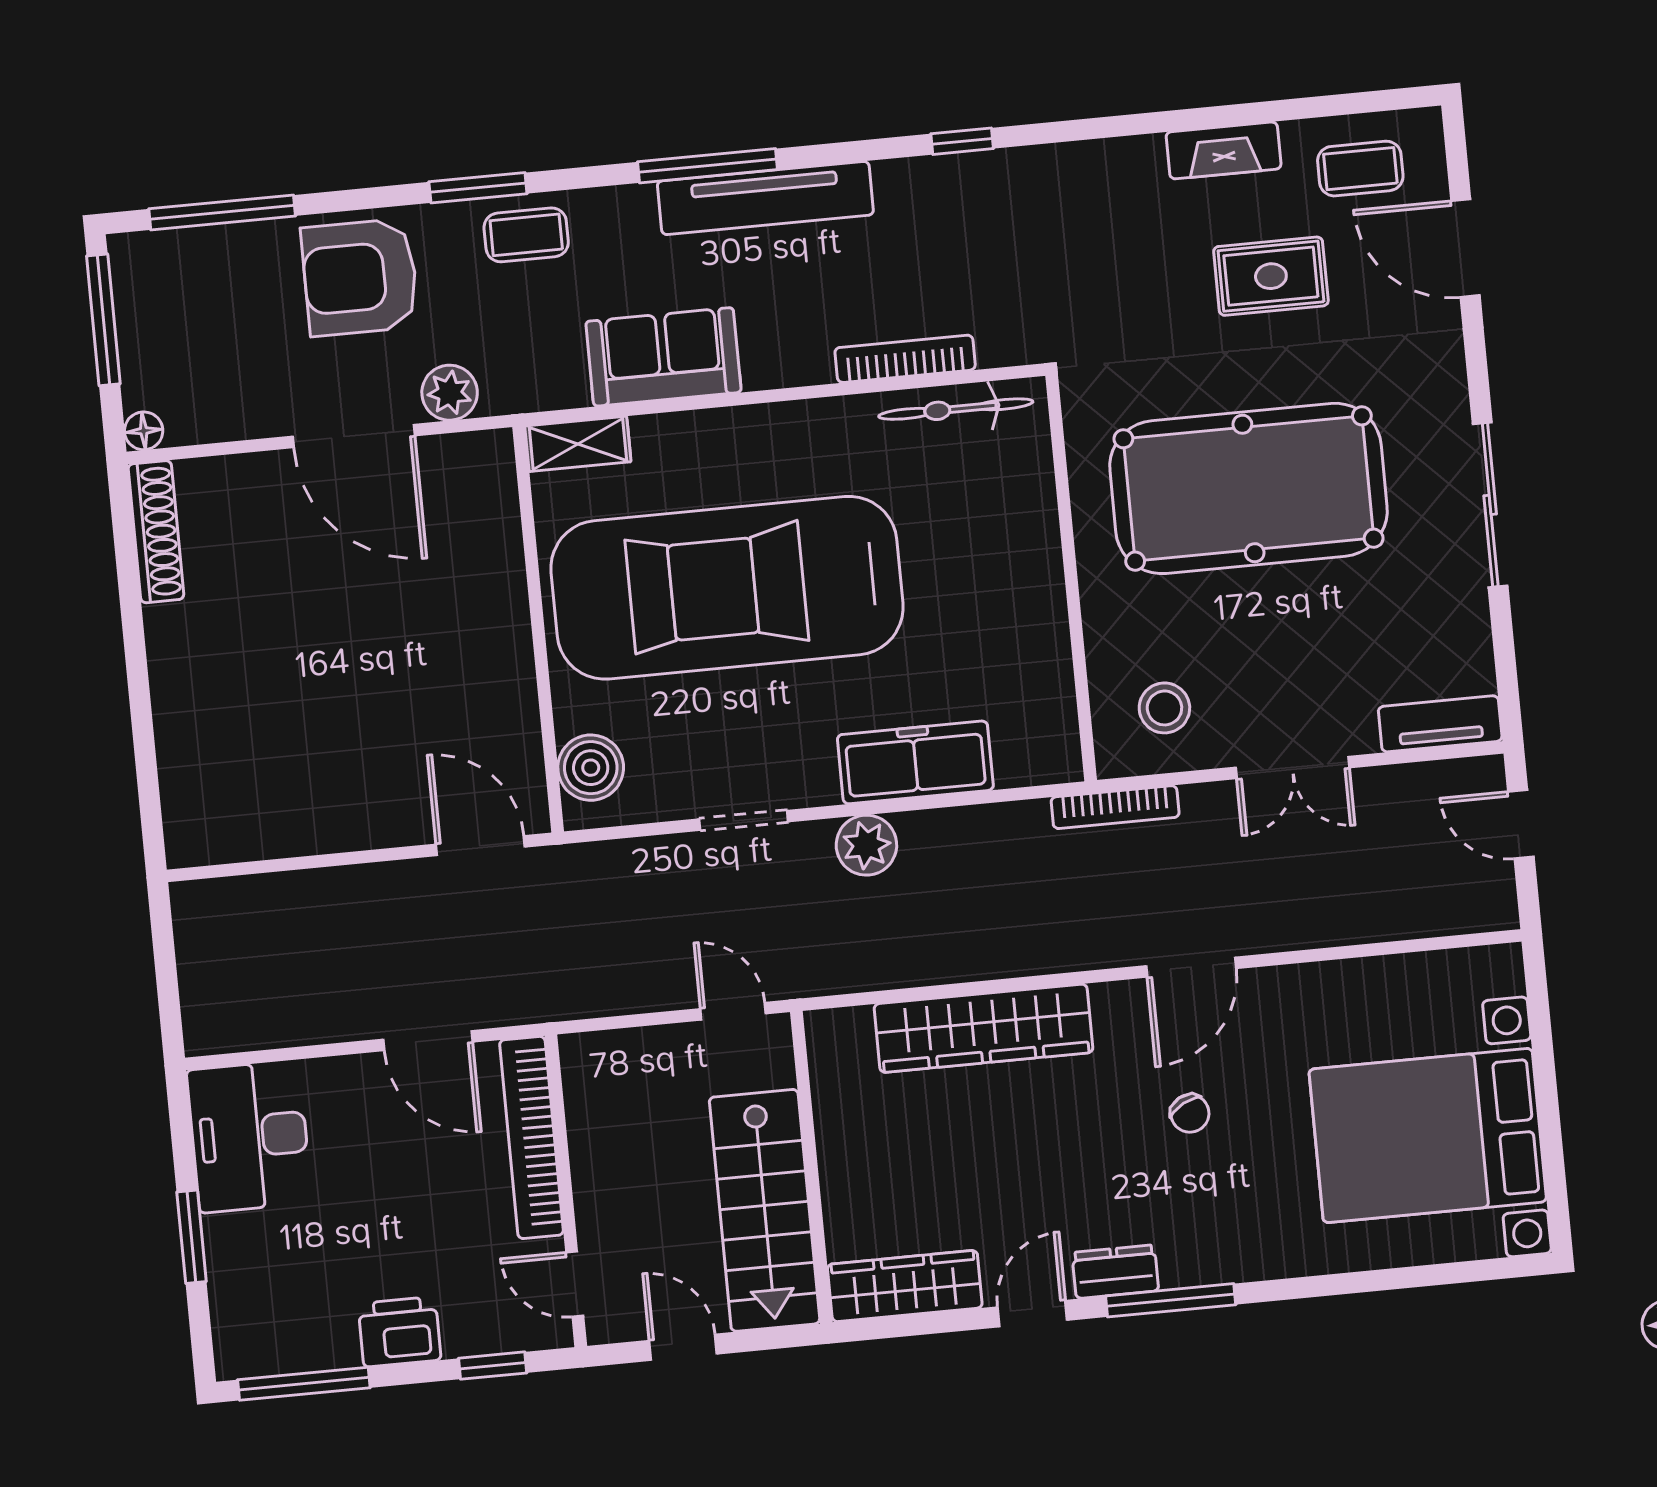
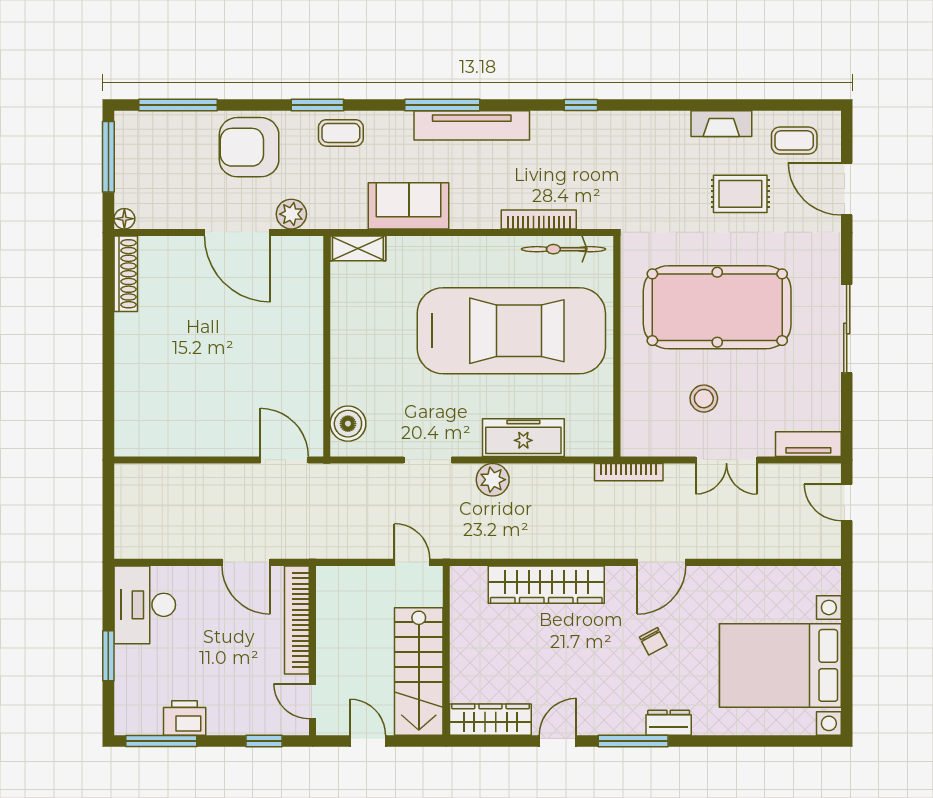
car: (727, 588) -> (511, 331), moved, turned 180
stool: (1164, 708) -> (704, 399), moved
dresser: (1115, 1272) -> (669, 723), moved
printer: (399, 1332) -> (185, 718), moved

